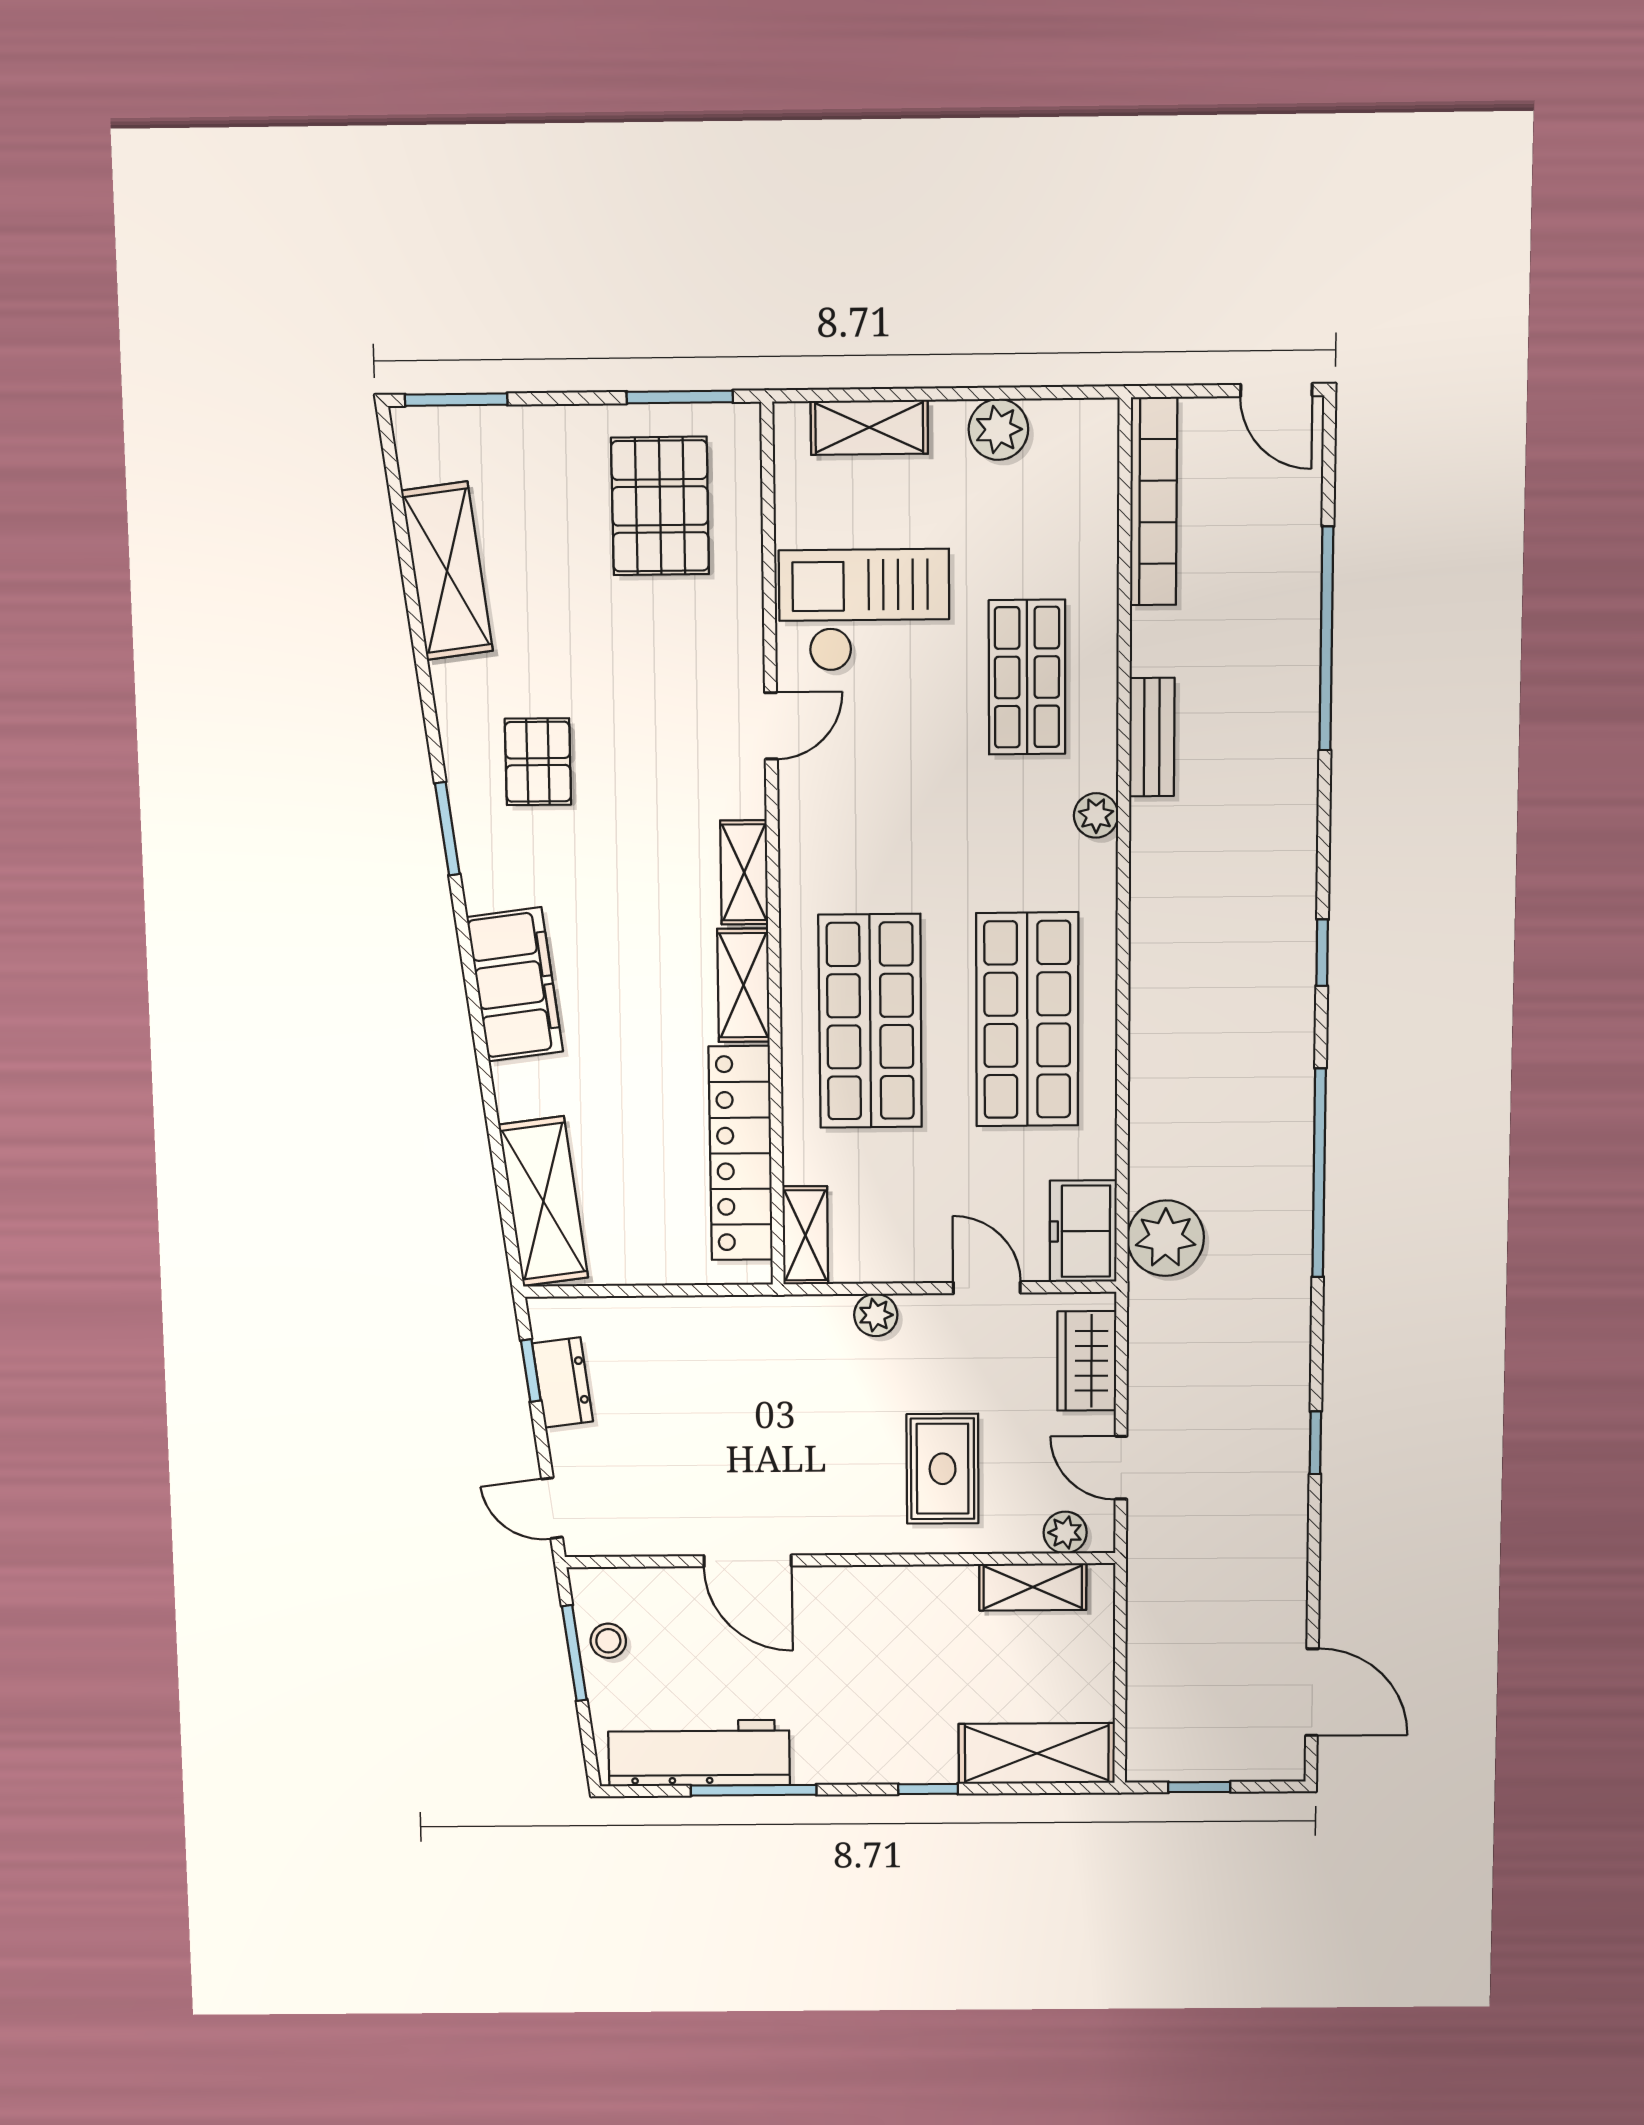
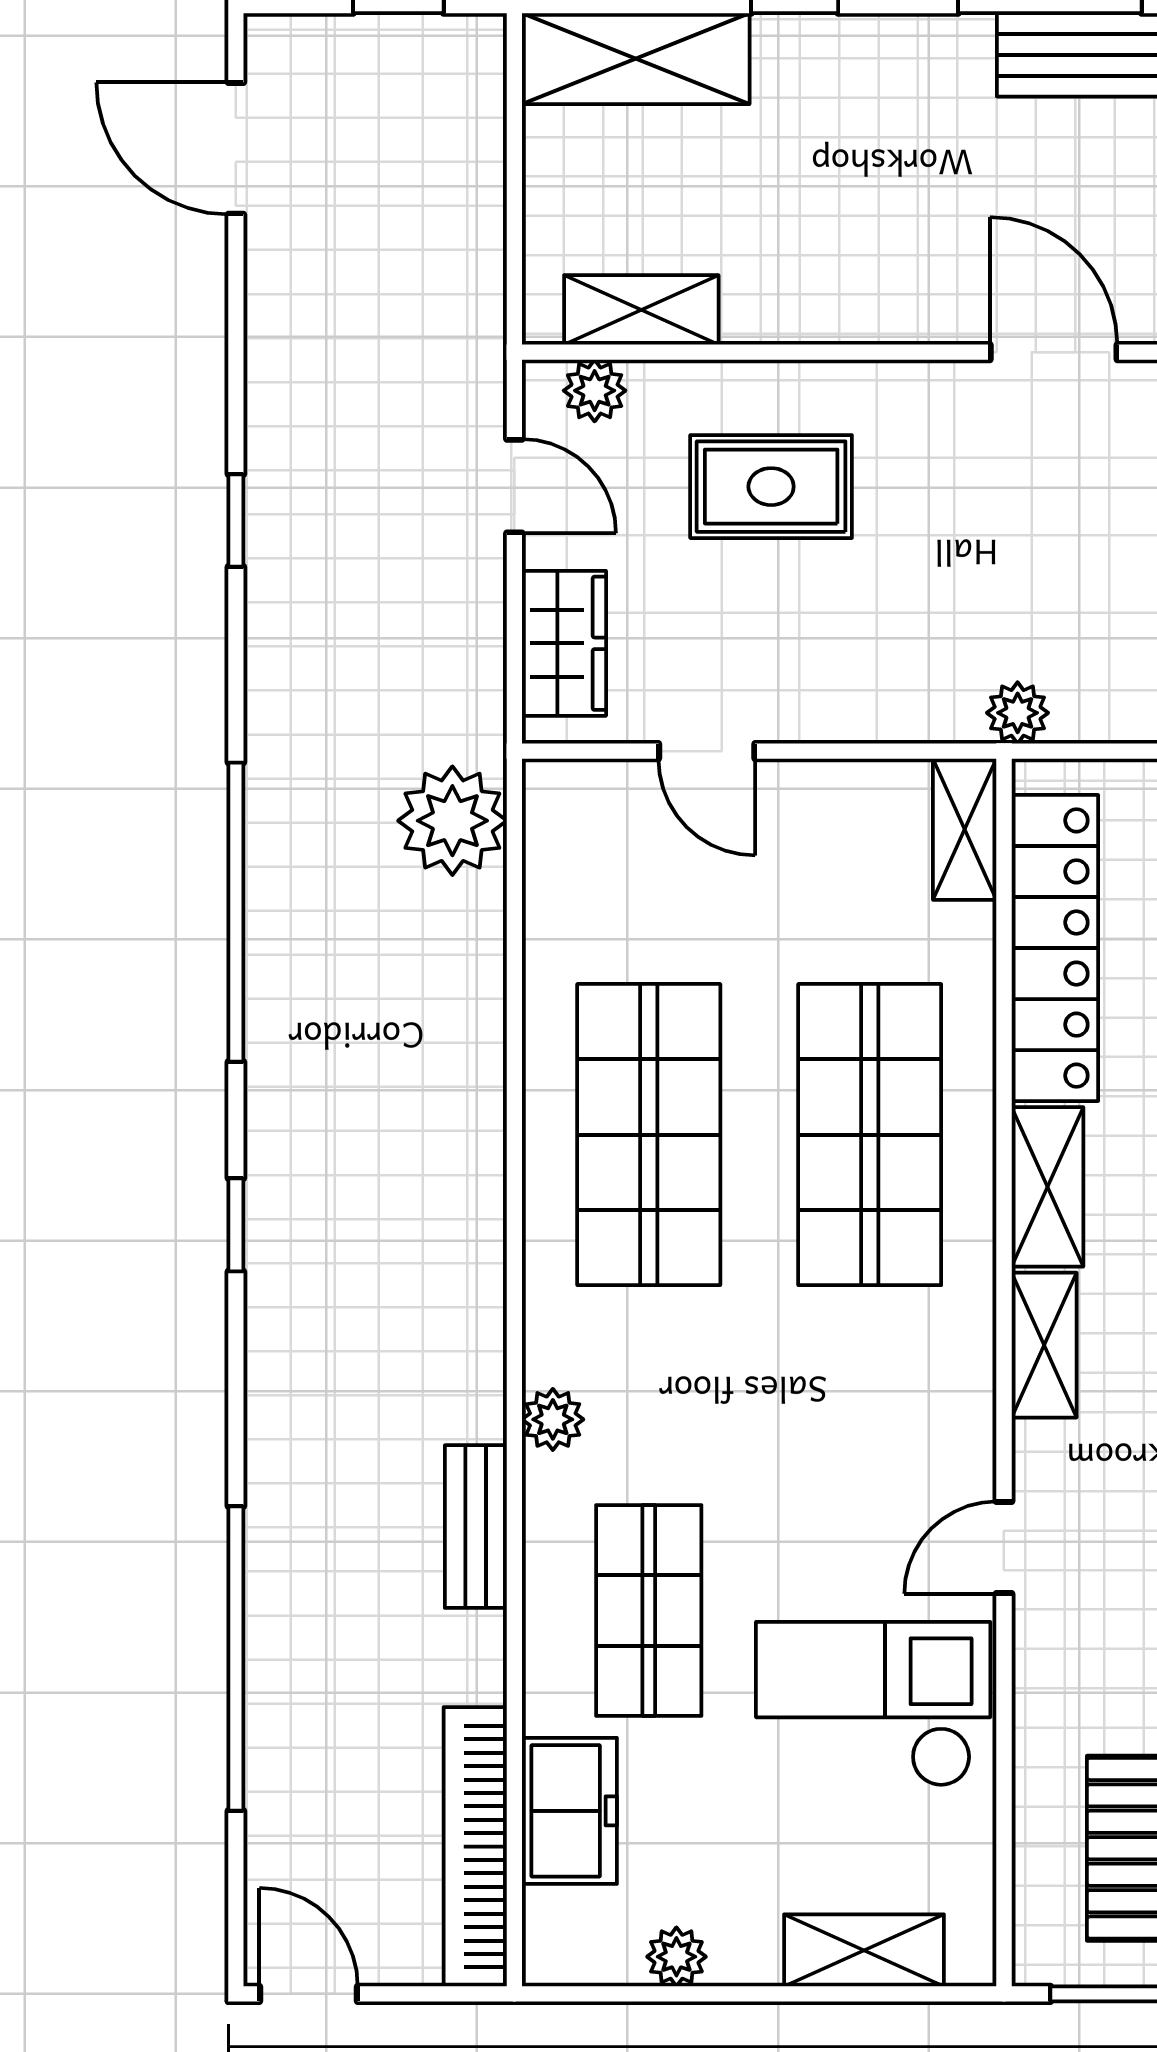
plant: (998, 429) -> (676, 1957), width x0.73, depth x0.73
checkout: (864, 610) -> (873, 1704), turned 180
freezer: (1083, 1231) -> (569, 1811), moved
plant: (876, 1315) -> (1018, 713), moved
rug: (943, 1469) -> (771, 487), turned 90

